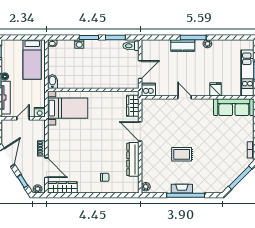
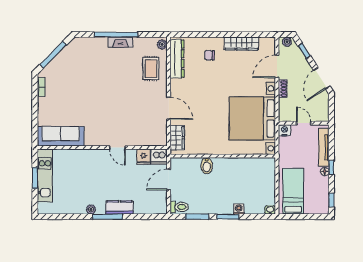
bidet: (52, 82) -> (207, 166), moved
fridge: (215, 89) -> (143, 157), moved
bed with nightstands: (68, 108) -> (252, 118), width x1.85
door: (23, 118) -> (304, 123), swing flipped
rug: (182, 154) -> (151, 69), moved, turned 90
dresser: (133, 159) -> (177, 59), moved
door: (46, 168) -> (277, 66), hinge flipped
wardrobe: (62, 187) -> (241, 44), moved

